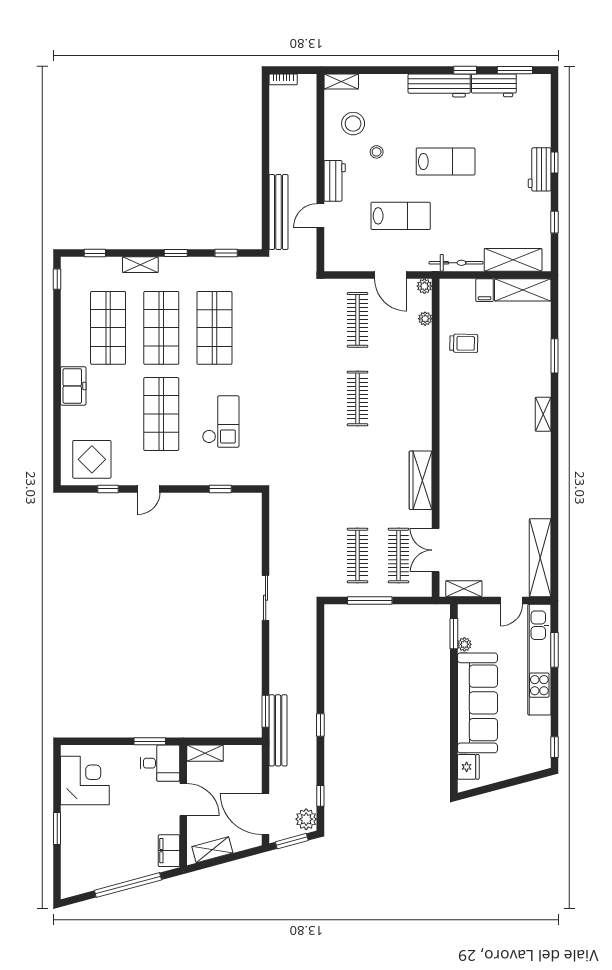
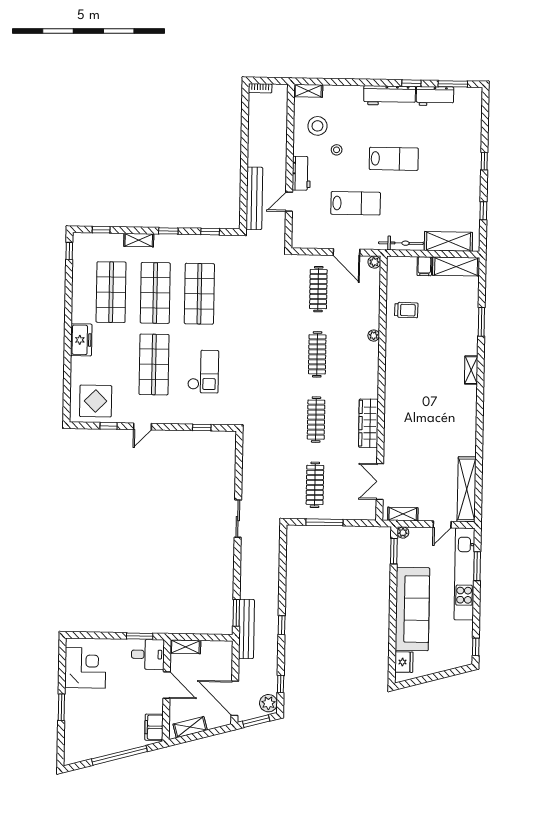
workbench: (540, 169) -> (472, 167), removed
plant: (425, 319) -> (374, 336), moved
clothes rail: (398, 555) -> (316, 420), moved
plant: (464, 644) -> (403, 533), moved

